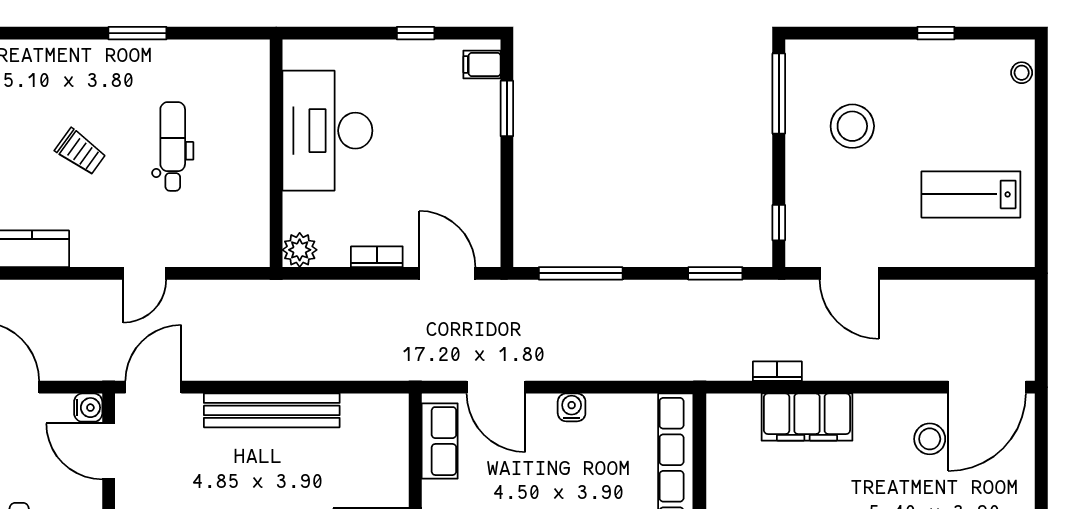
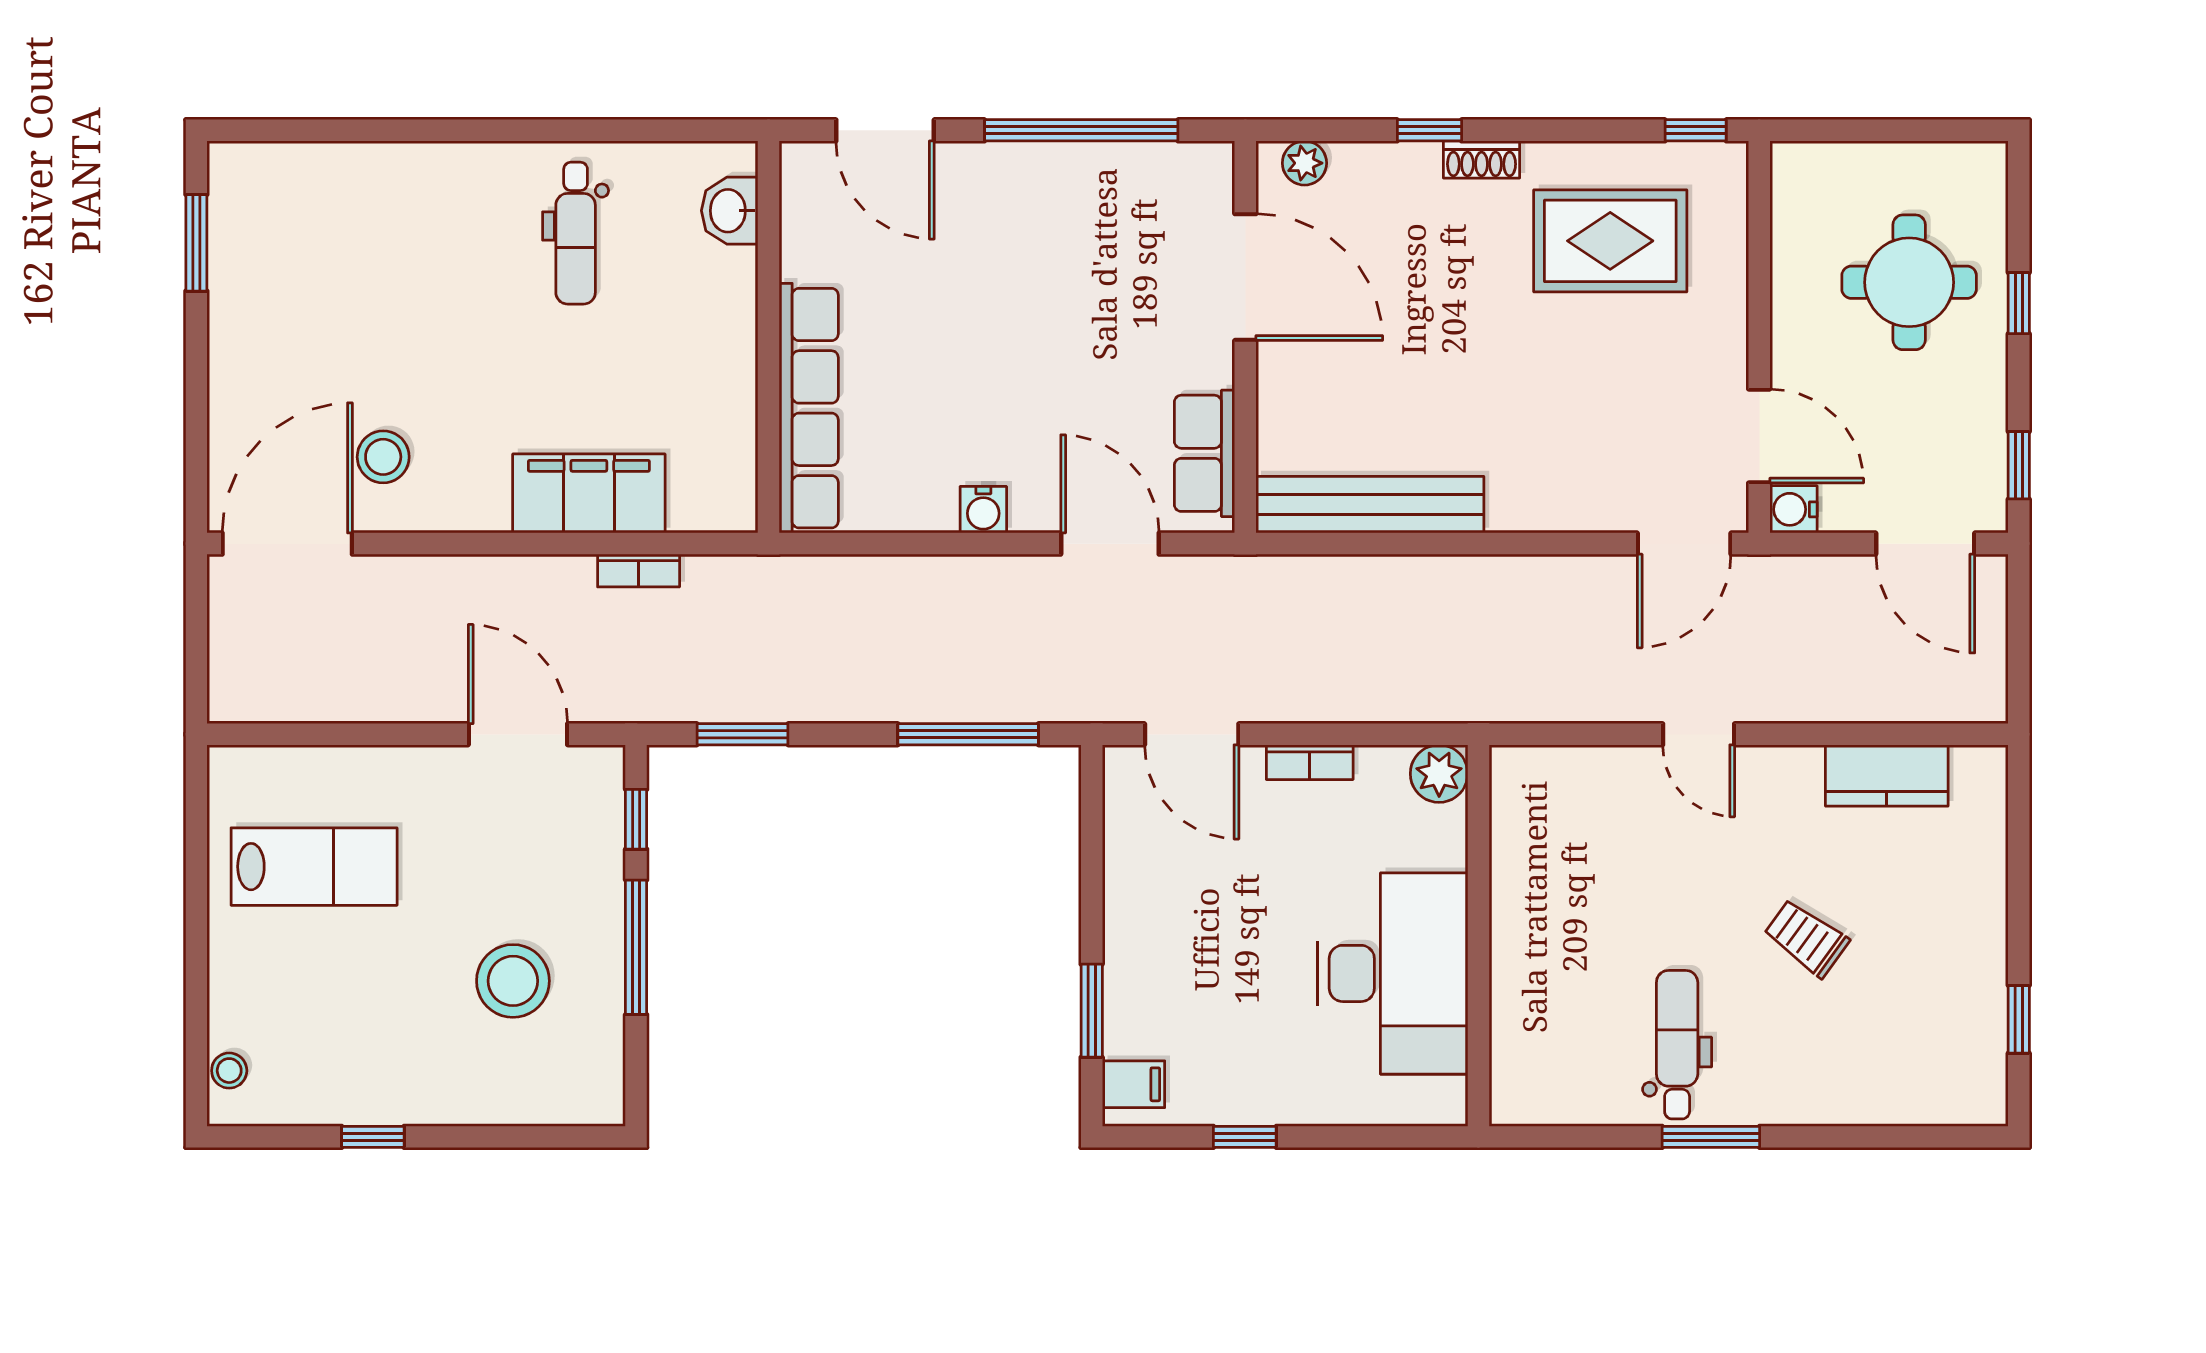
window: (779, 94) -> (636, 947), moved
dental chair: (173, 146) -> (1677, 1045), moved, turned 180
door: (145, 273) -> (1699, 734), swing flipped
bench: (272, 410) -> (1370, 505), moved

